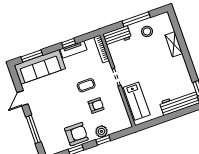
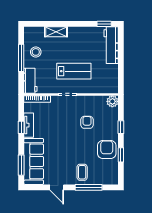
coffee table: (86, 85) -> (82, 172), moved
lab bench: (137, 101) -> (74, 71), moved
plant: (101, 131) -> (112, 101), moved

